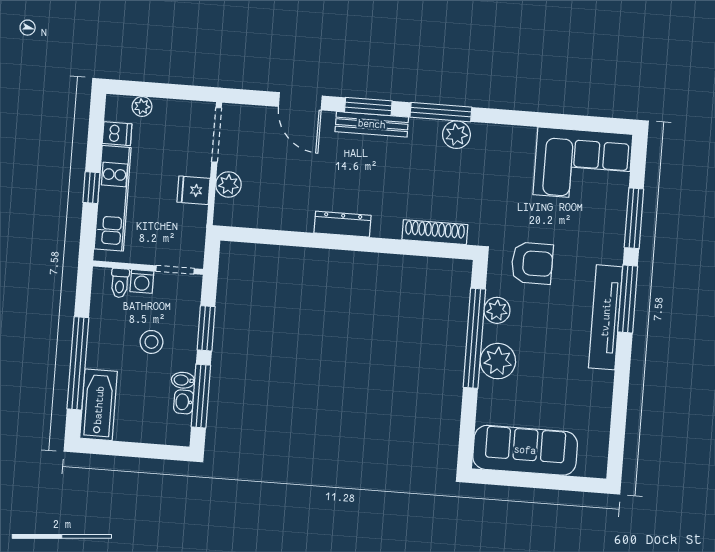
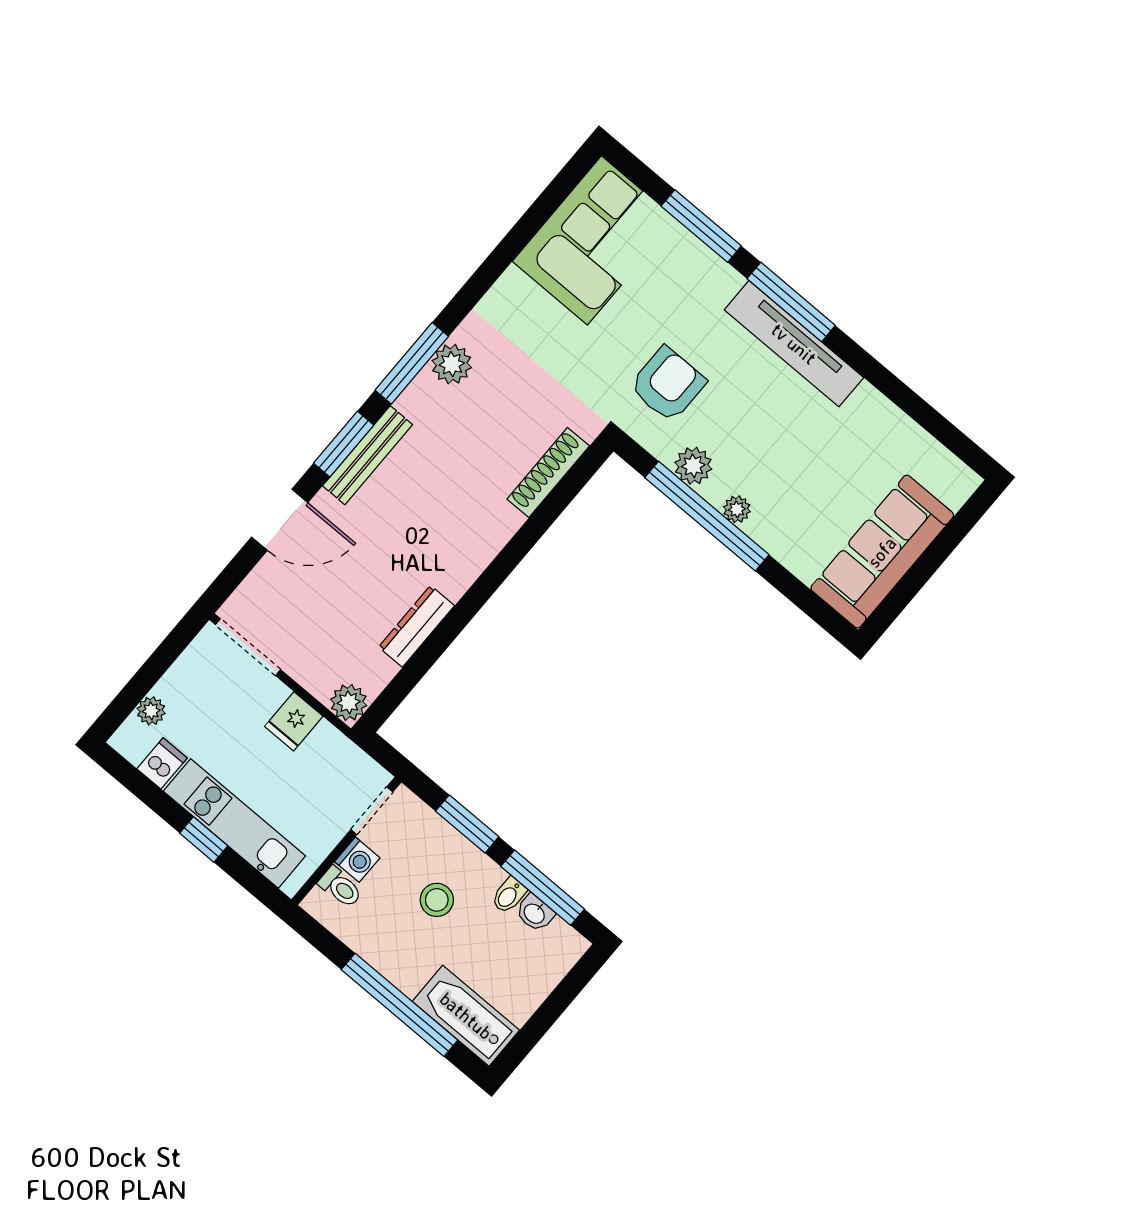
plant: (228, 184) -> (349, 702), moved
dresser: (343, 224) -> (417, 626), moved
plant: (498, 361) -> (737, 509), width x0.53, depth x0.53

